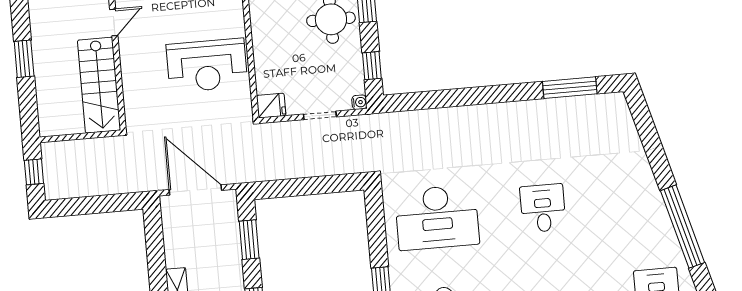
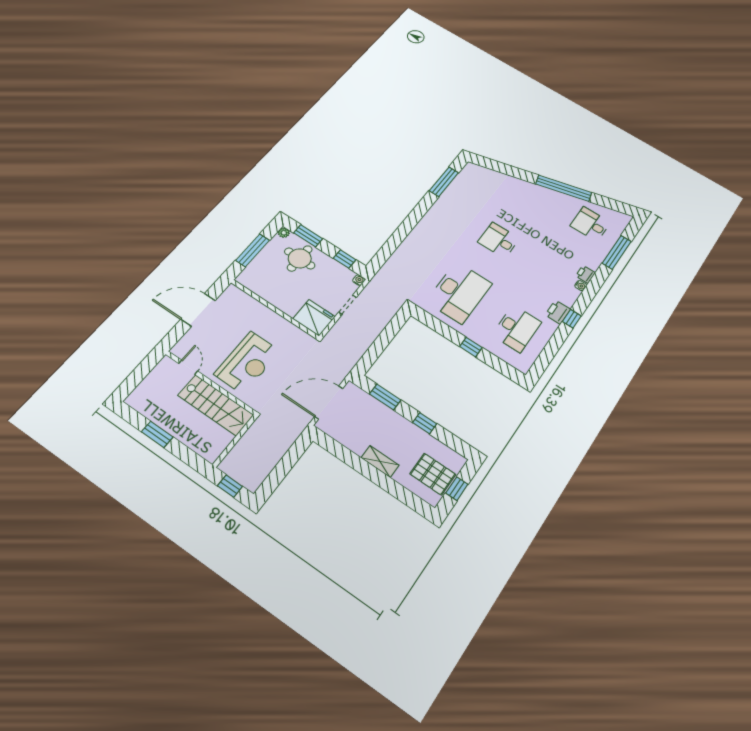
reception desk: (207, 65) -> (247, 363), moved
fridge: (271, 106) -> (314, 318), width x1.88, depth x1.34

